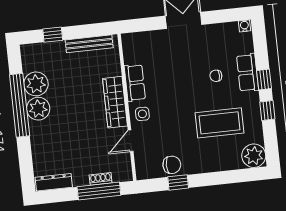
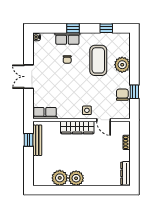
window: (53, 35) -> (29, 140), moved
row of seats: (135, 83) -> (45, 113), moved
window: (20, 105) -> (72, 190), removed
window: (267, 110) -> (106, 28), moved
plant: (254, 156) -> (122, 65), moved
window: (99, 191) -> (134, 144), removed

